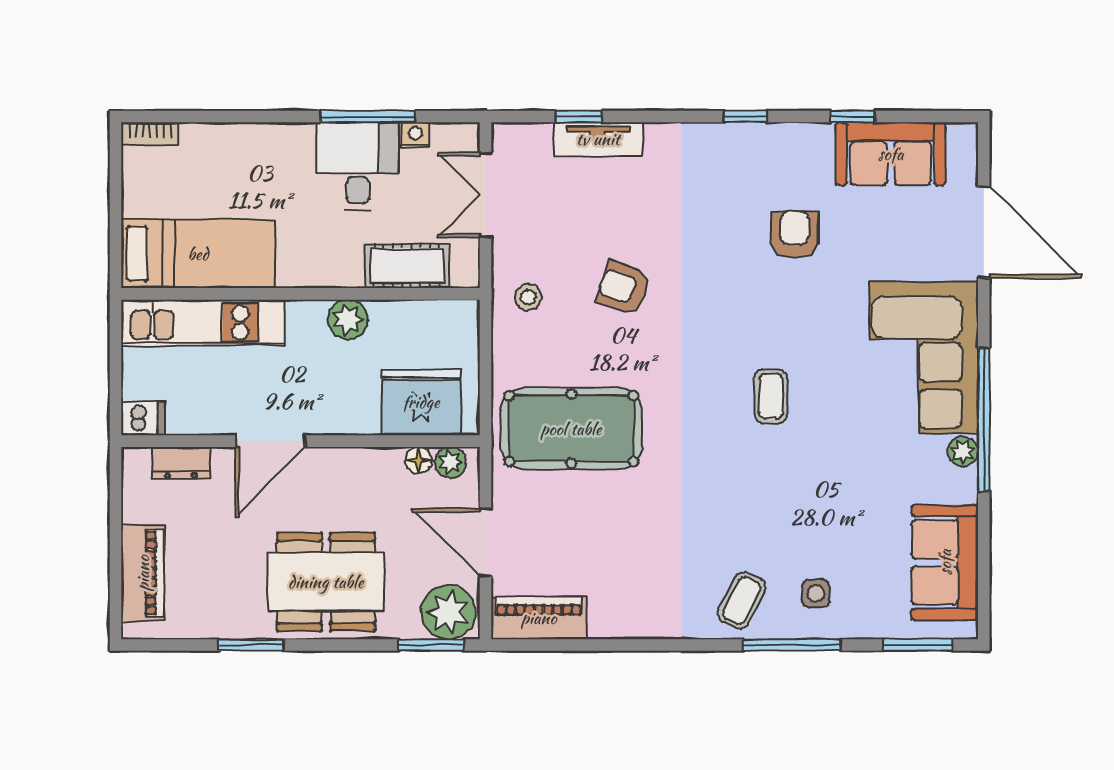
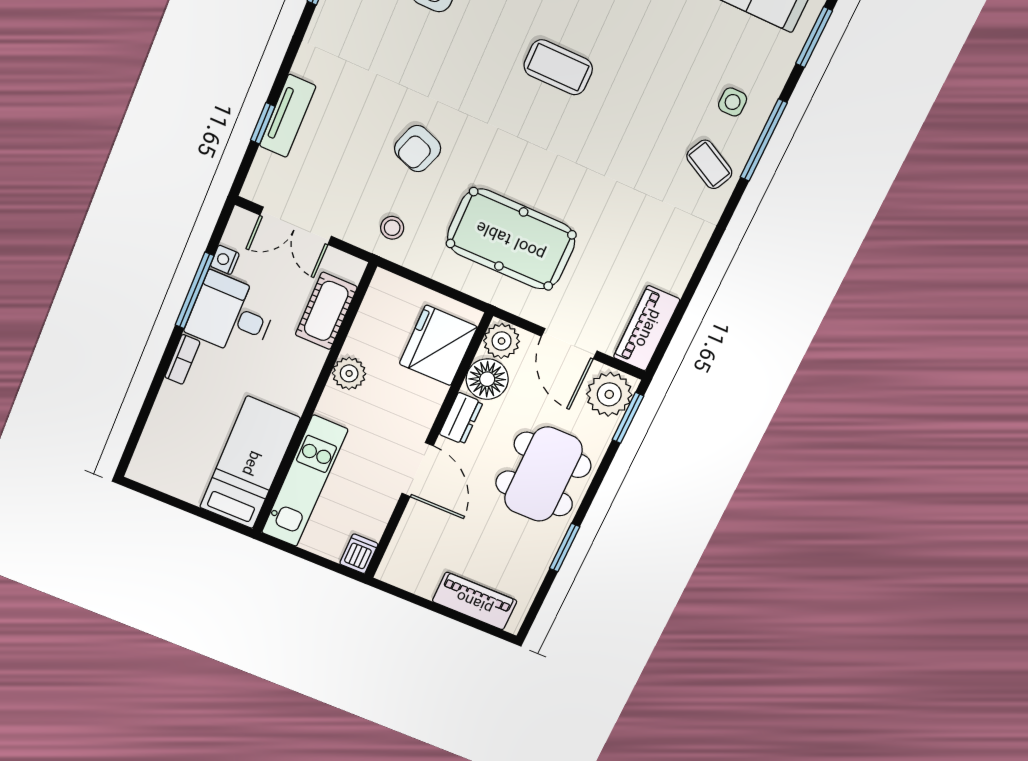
bookcase: (150, 134) -> (182, 359), moved
coffee table: (771, 396) -> (558, 67), width x1.36, depth x1.30
pool table: (571, 429) -> (511, 239), turned 90
floor lamp: (419, 460) -> (487, 379), width x1.89, depth x1.89
plant: (450, 462) -> (502, 341), width x1.38, depth x1.38
dresser: (181, 463) -> (461, 418), moved
door: (485, 542) -> (569, 344), hinge flipped

